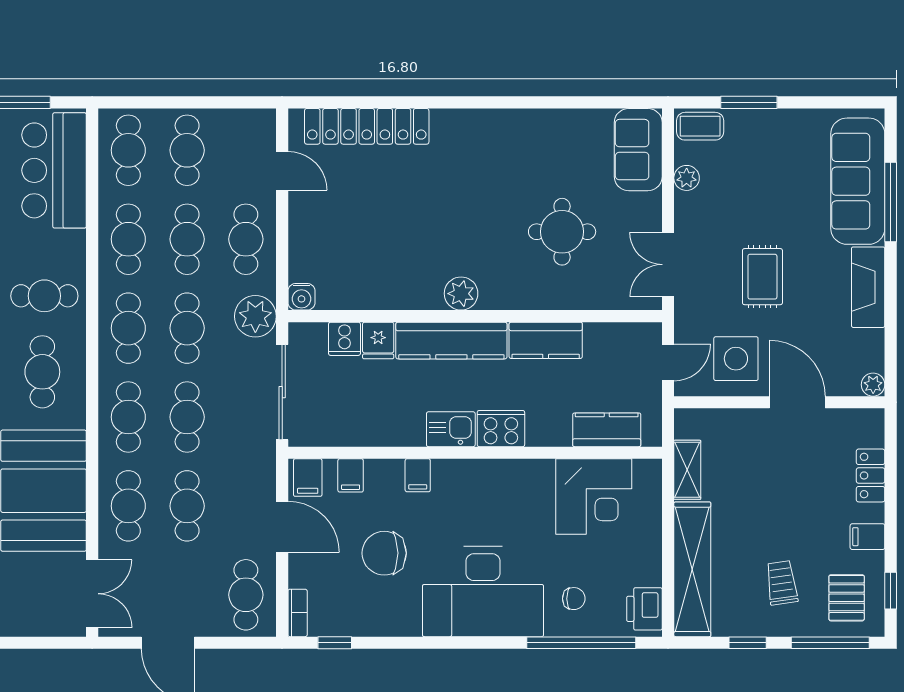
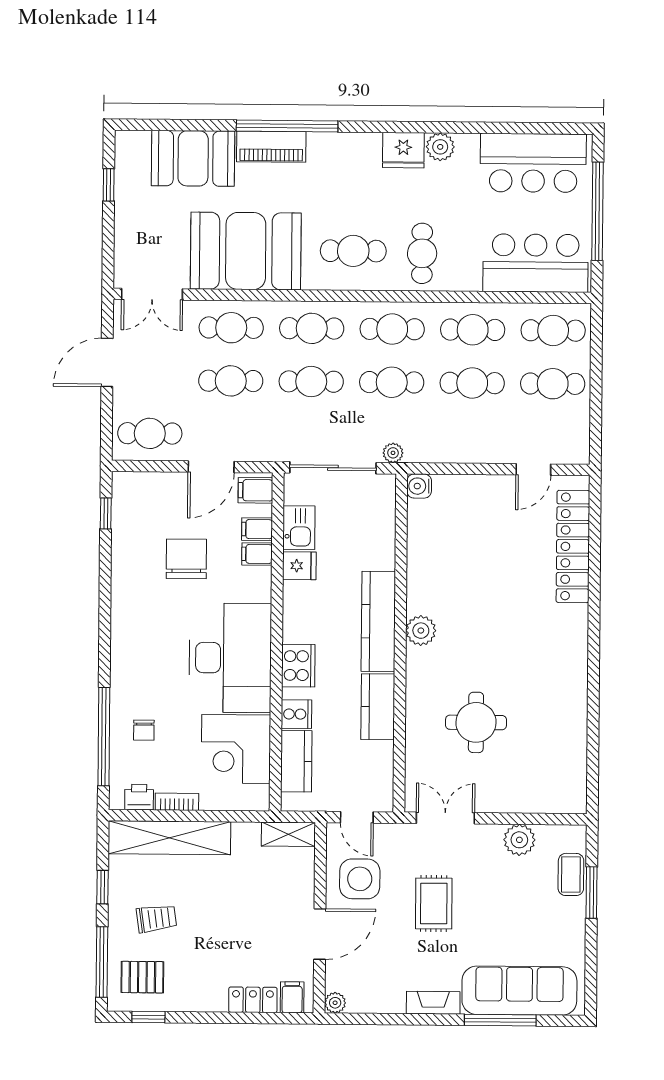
coffee table: (700, 126) -> (571, 874), moved
sofa: (638, 150) -> (550, 792), removed
plant: (687, 178) -> (519, 840), width x1.38, depth x1.38
cafe table: (246, 239) -> (472, 436), removed
rug: (762, 277) -> (434, 903), turned 90
fireplace: (868, 287) -> (433, 1003), width x0.73, depth x0.76
plant: (255, 316) -> (393, 453), width x0.53, depth x0.53
cooker: (344, 339) -> (296, 714), moved, turned 180
fridge: (378, 341) -> (299, 566), moved, turned 180
kitchen sink: (451, 429) -> (299, 528), moved
shelving: (687, 470) -> (288, 834), moved
filing cabinet: (418, 475) -> (257, 554), moved
filing cabinet: (867, 537) -> (292, 997), moved
desk: (483, 592) -> (230, 658), moved, turned 180
printer: (644, 609) -> (139, 797), width x0.73, depth x0.81
bookcase: (298, 613) -> (177, 802), moved, turned 180

